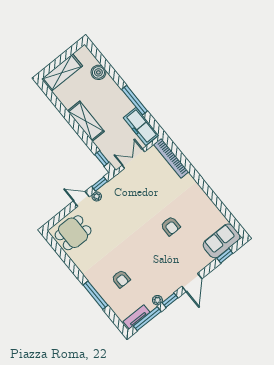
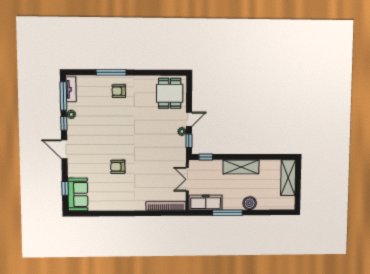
boiler: (98, 72) -> (250, 203), moved
double door: (134, 159) -> (187, 179), swing flipped
armchair: (121, 279) -> (119, 91), moved

